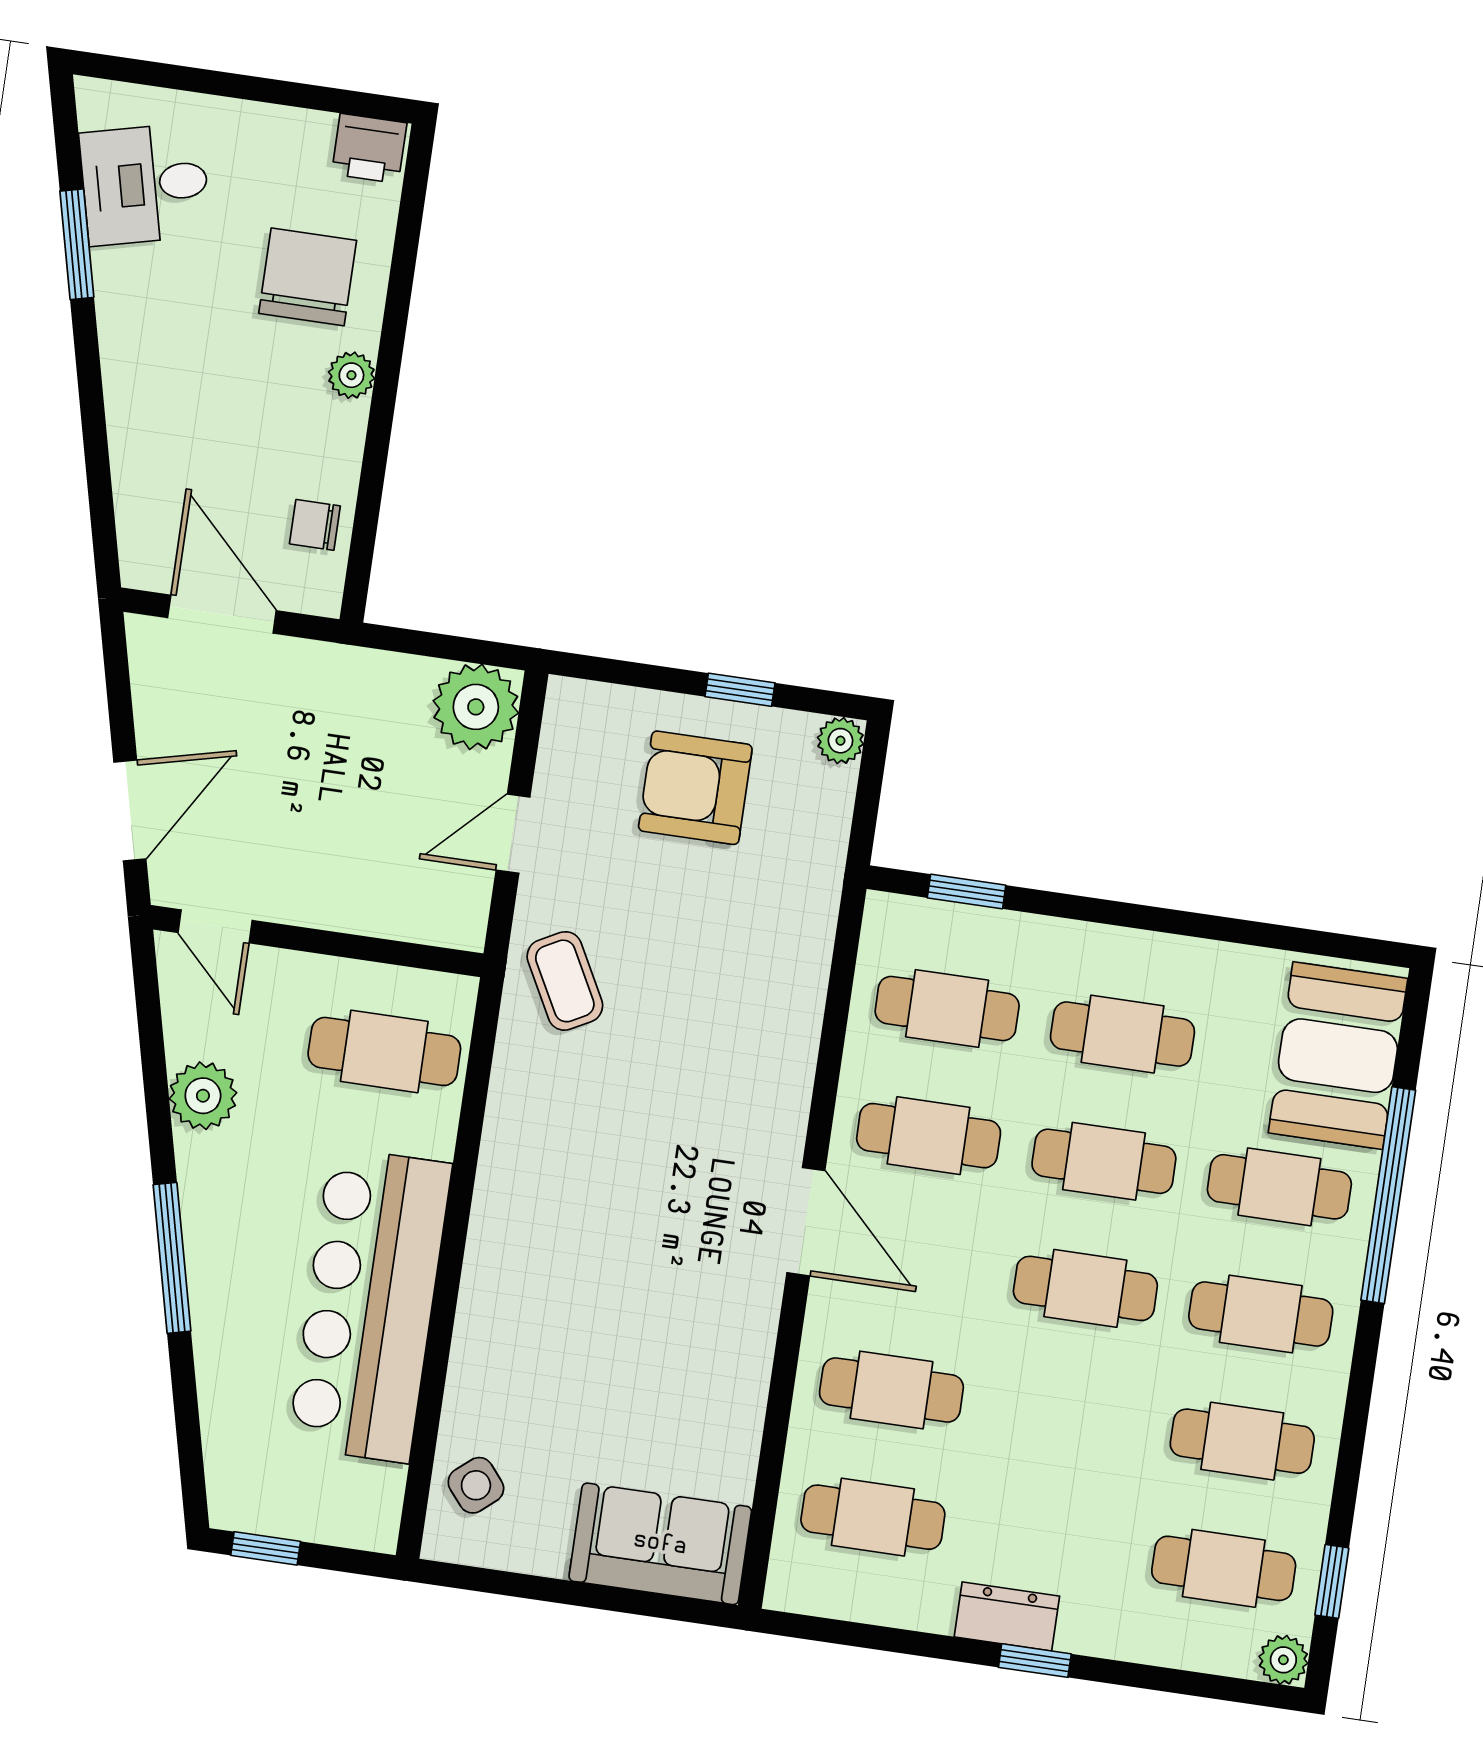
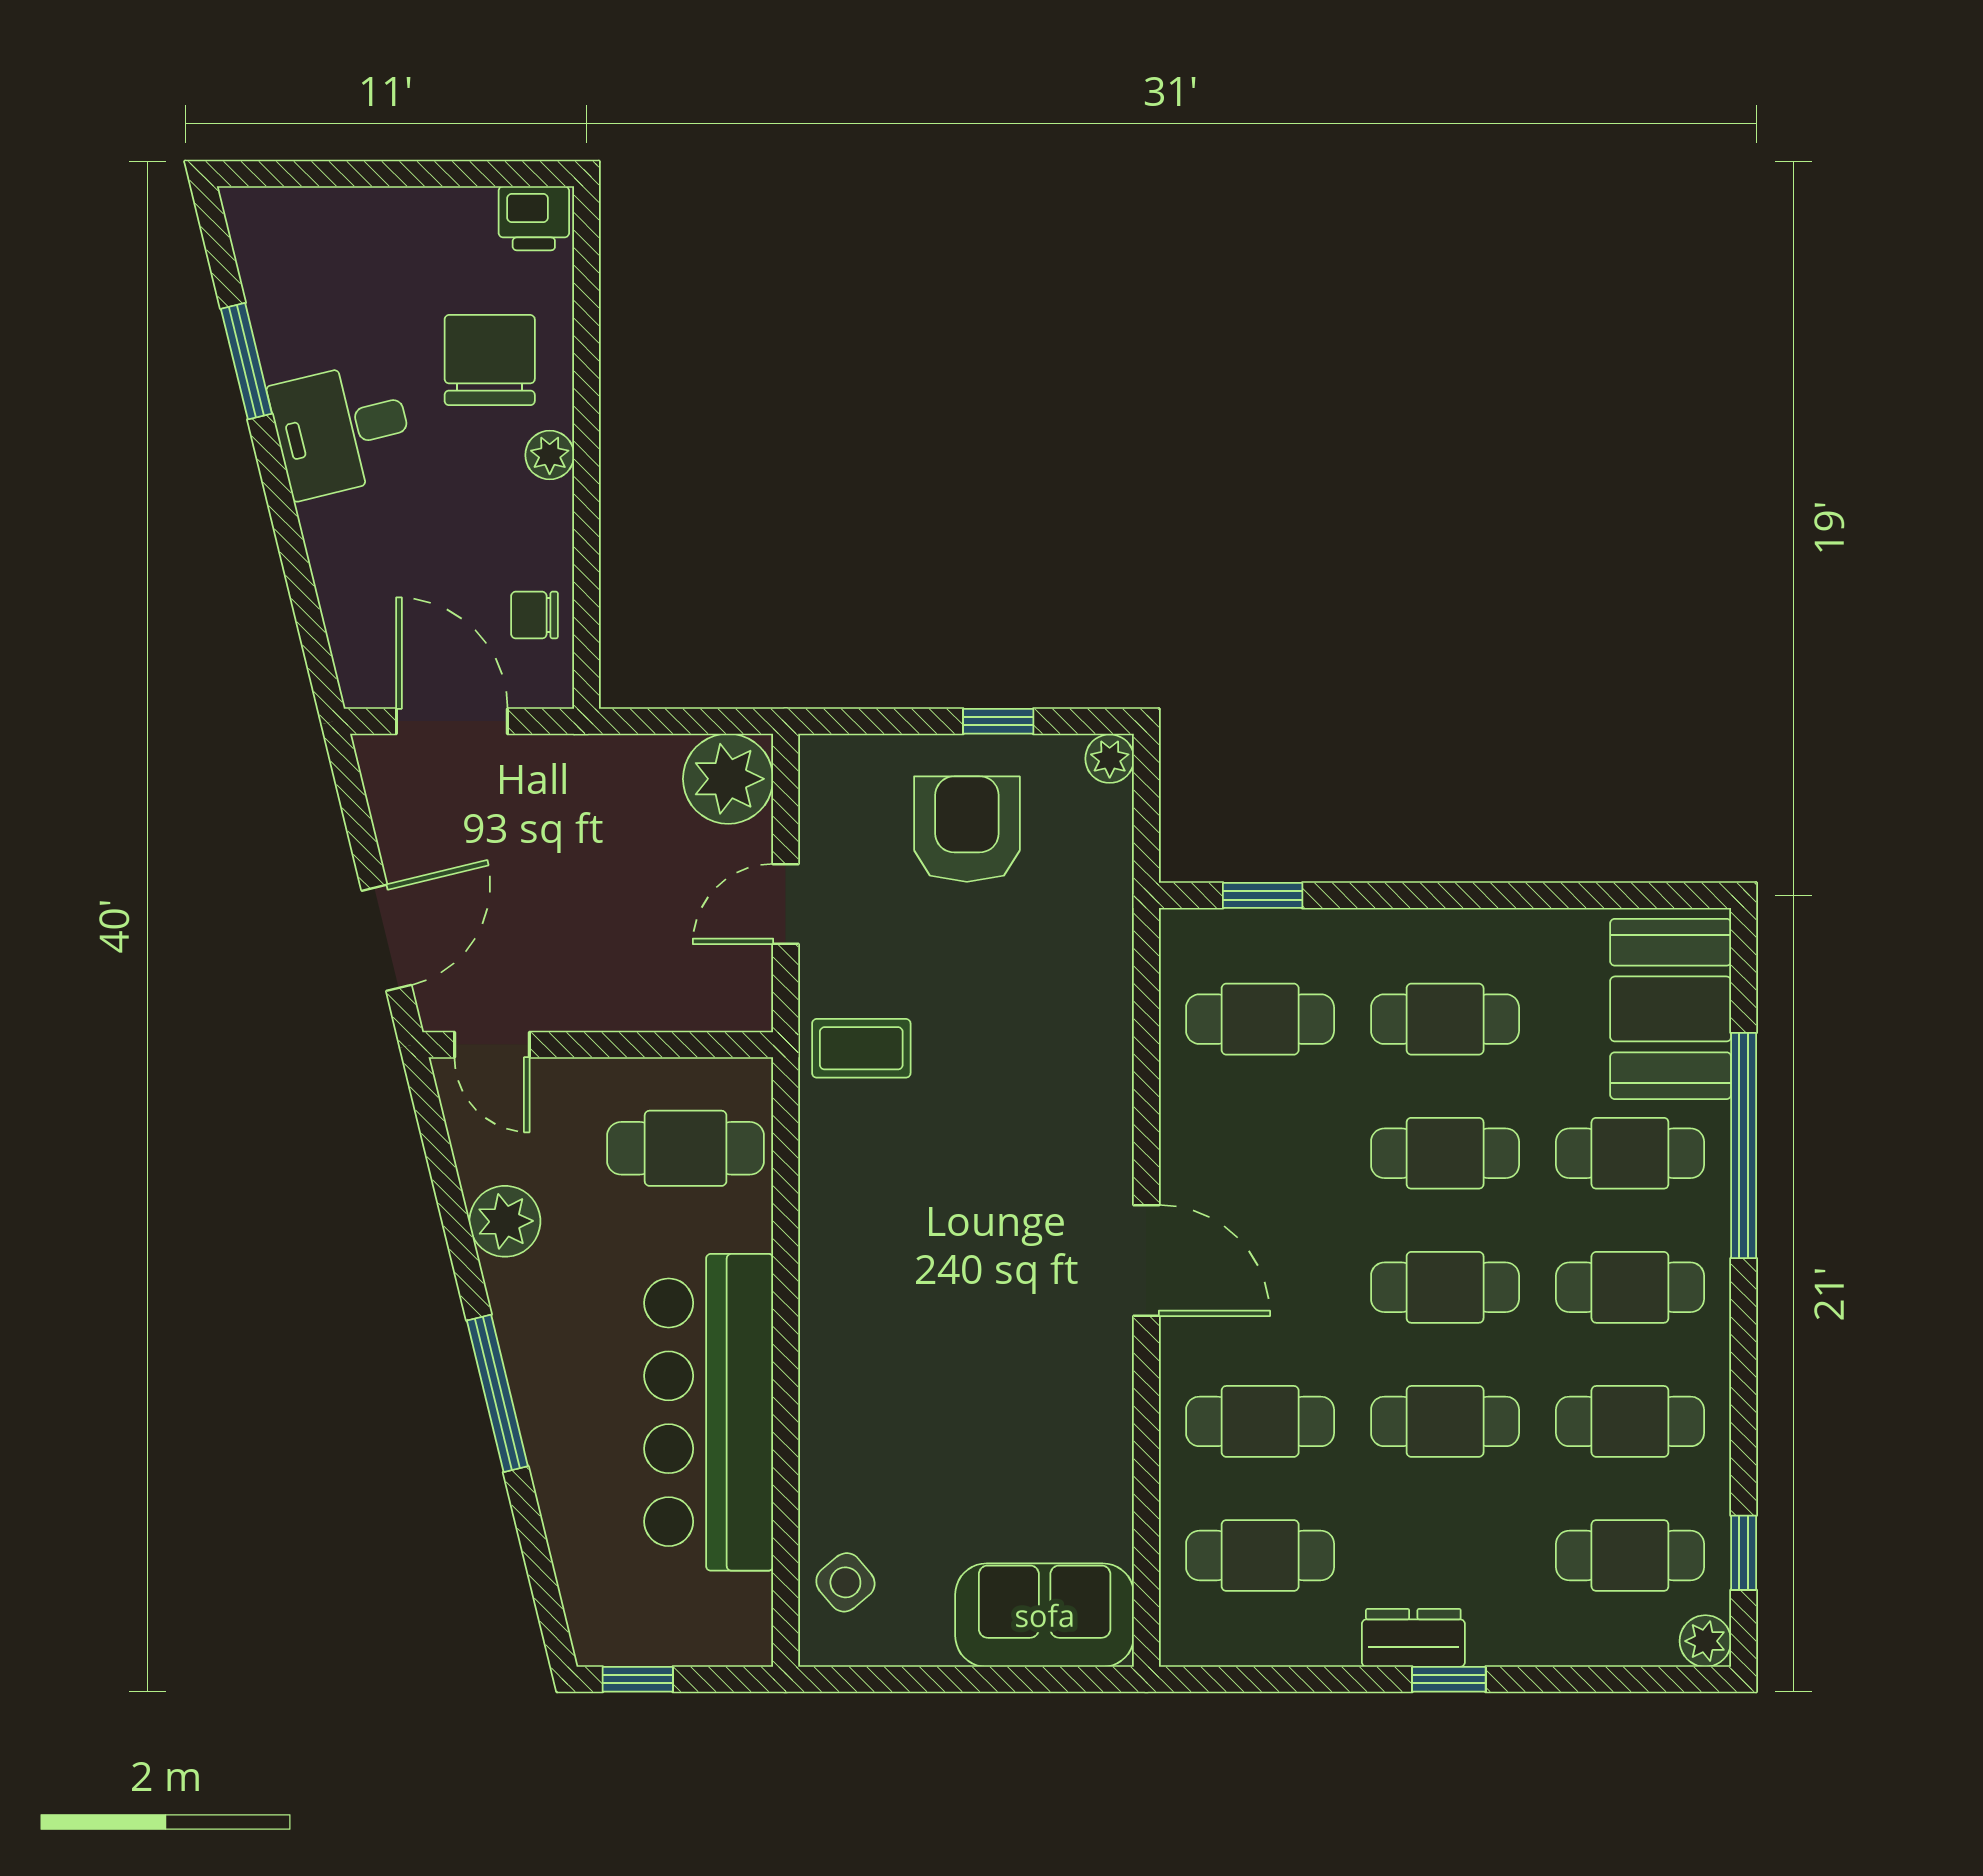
desk: (145, 184) -> (342, 430), moved
armchair: (695, 788) -> (967, 829), turned 90
coffee table: (565, 981) -> (861, 1048), turned -62
cafe table: (929, 1136) -> (1445, 1421), moved

